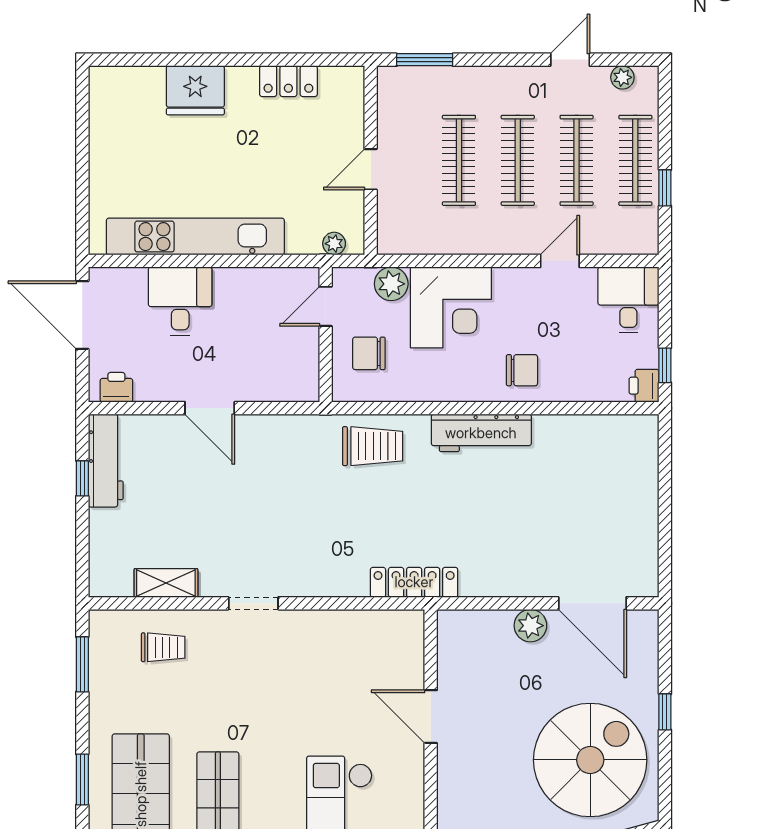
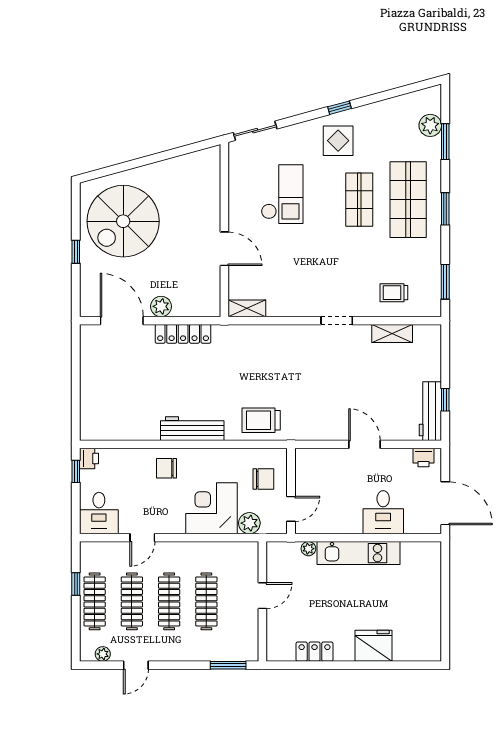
kitchen unit: (195, 237) -> (358, 553), width x0.73
plant: (334, 244) -> (308, 549), moved
locker: (414, 582) -> (183, 334), moved
shelving: (395, 623) -> (247, 308), added

